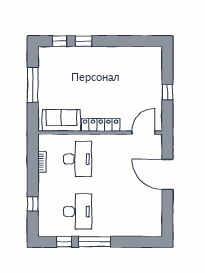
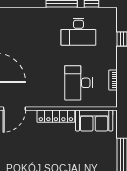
desk: (78, 212) -> (78, 32), turned -90

